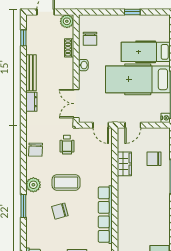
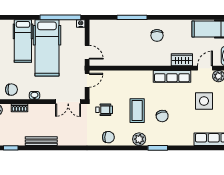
dresser: (31, 102) -> (67, 141), removed
chair: (154, 159) -> (157, 35), moved
wardrobe: (124, 164) -> (182, 60), moved
row of seats: (105, 215) -> (172, 76), width x0.73

